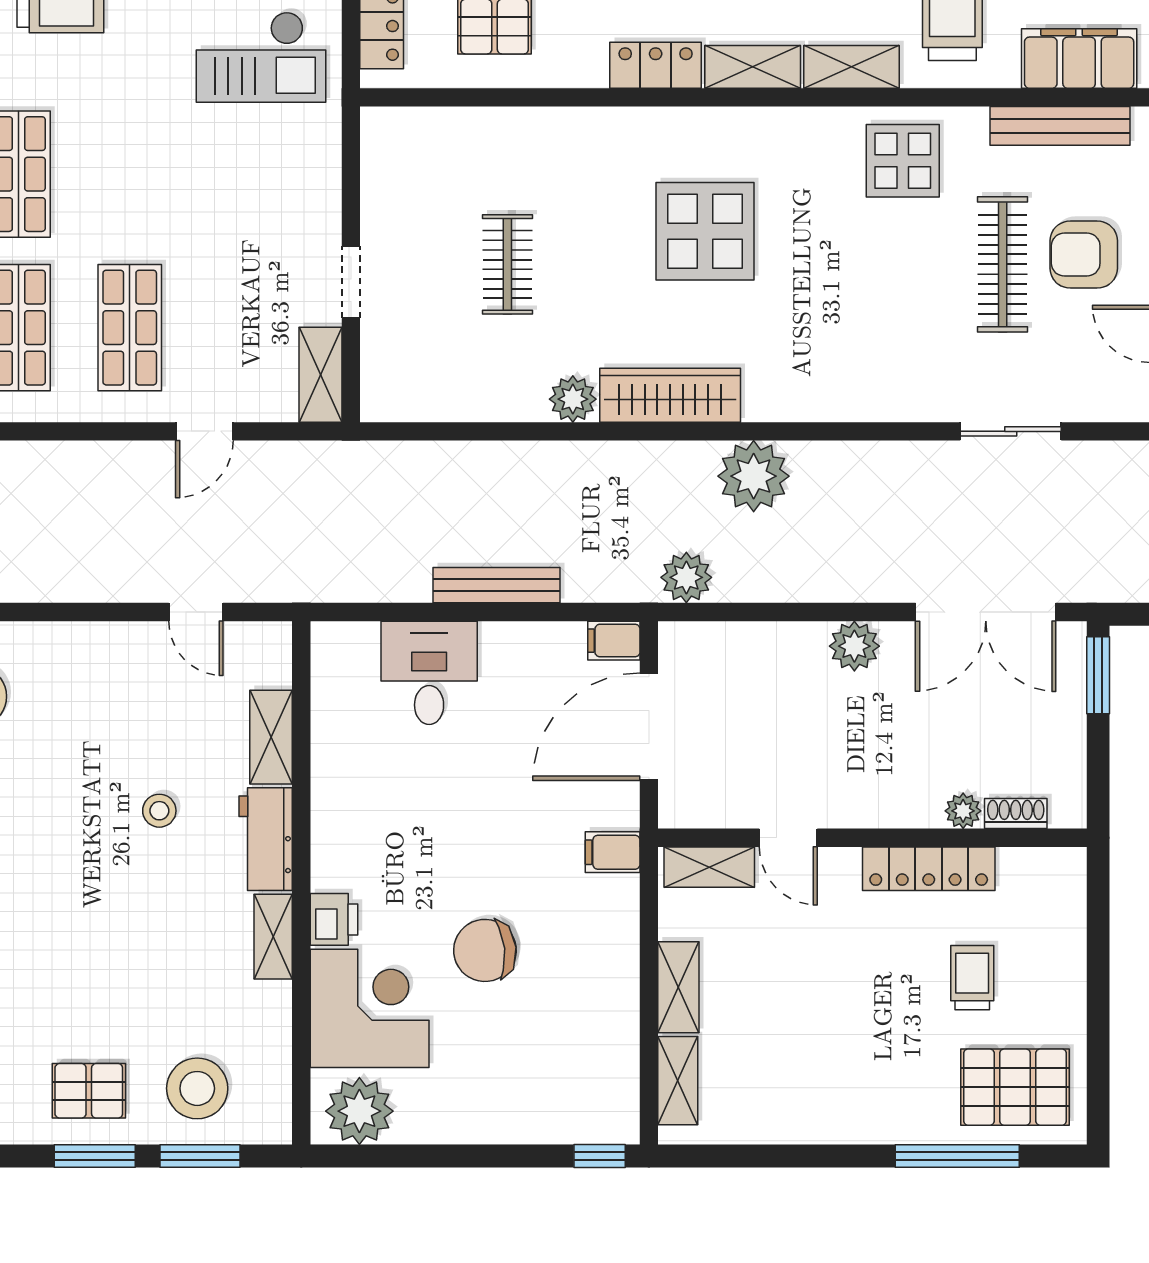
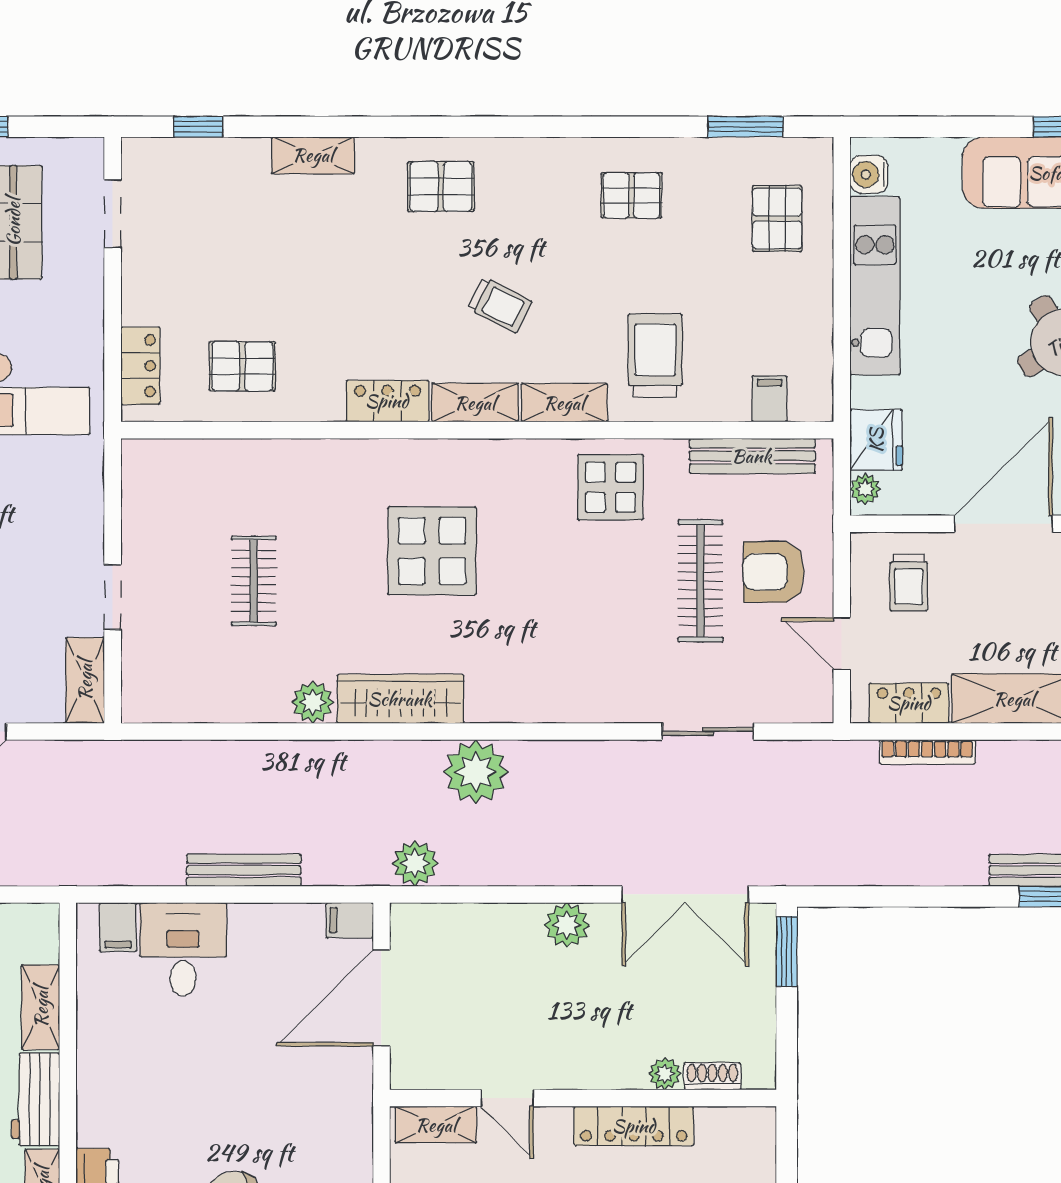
filing cabinet: (1079, 58) -> (769, 399), width x0.33, depth x0.86
filing cabinet: (613, 852) -> (118, 927), moved, turned -90

